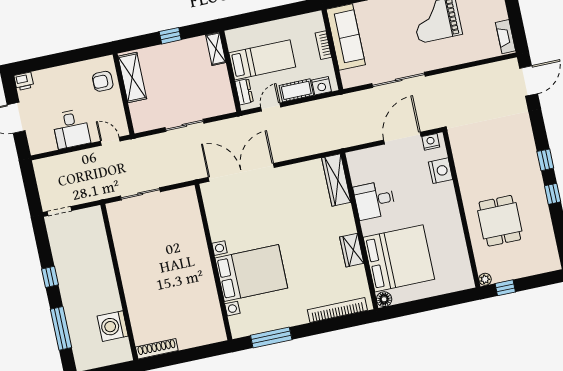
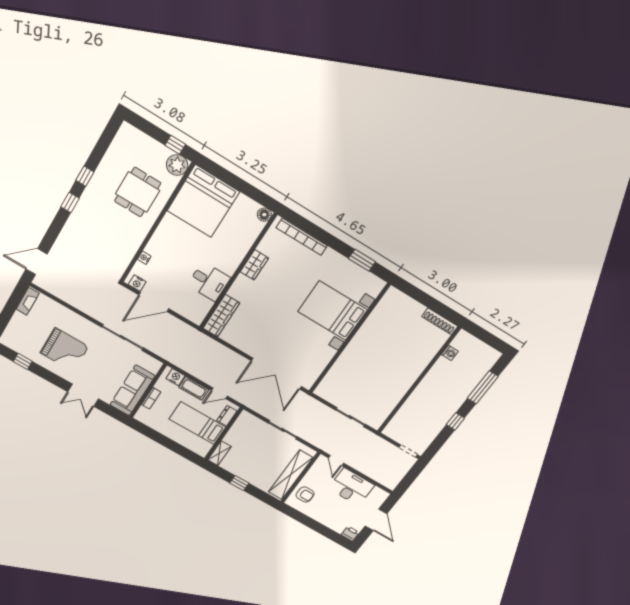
shelving: (132, 78) -> (291, 475), width x1.47
desk: (71, 129) -> (351, 487), width x1.37
nightstand: (441, 171) -> (144, 258), width x0.53, depth x0.56
bed: (399, 258) -> (203, 201), moved, turned -90
plant: (485, 279) -> (177, 165), width x1.88, depth x1.88
washing machine: (113, 326) -> (450, 353), width x0.53, depth x0.53
window: (271, 337) -> (362, 260), width x0.69

